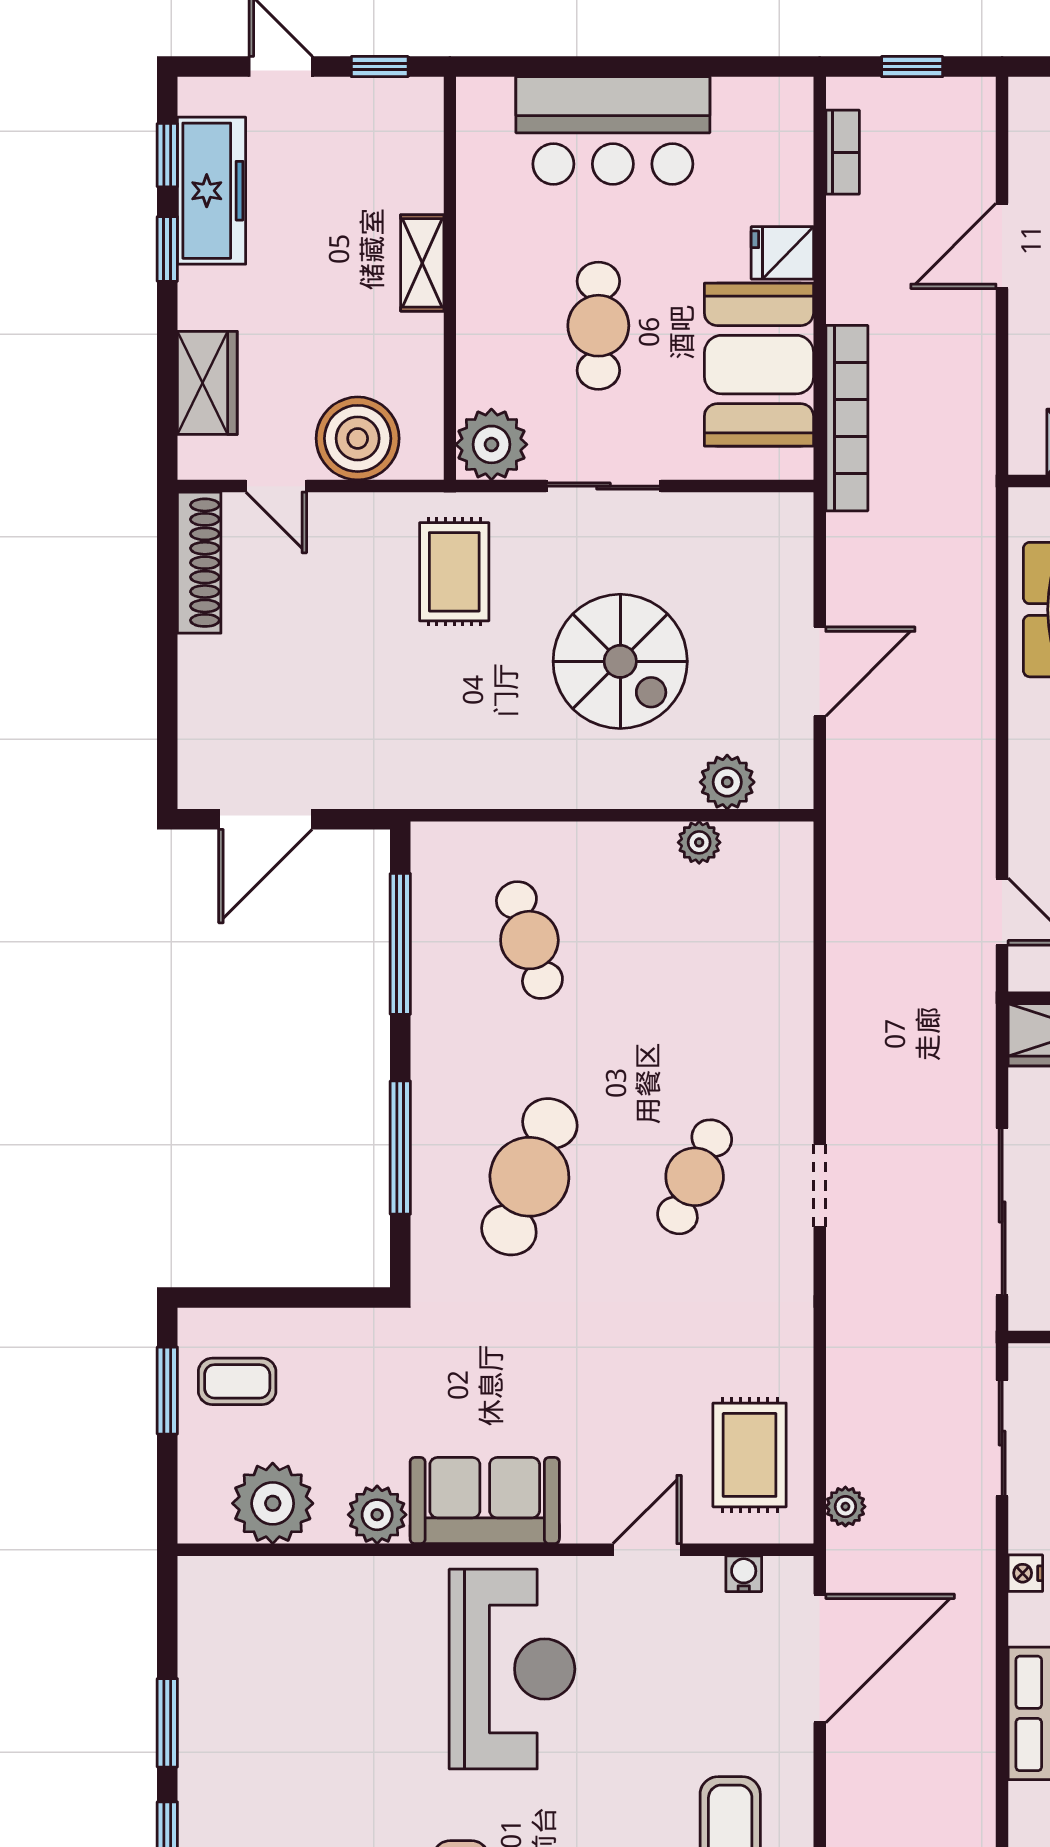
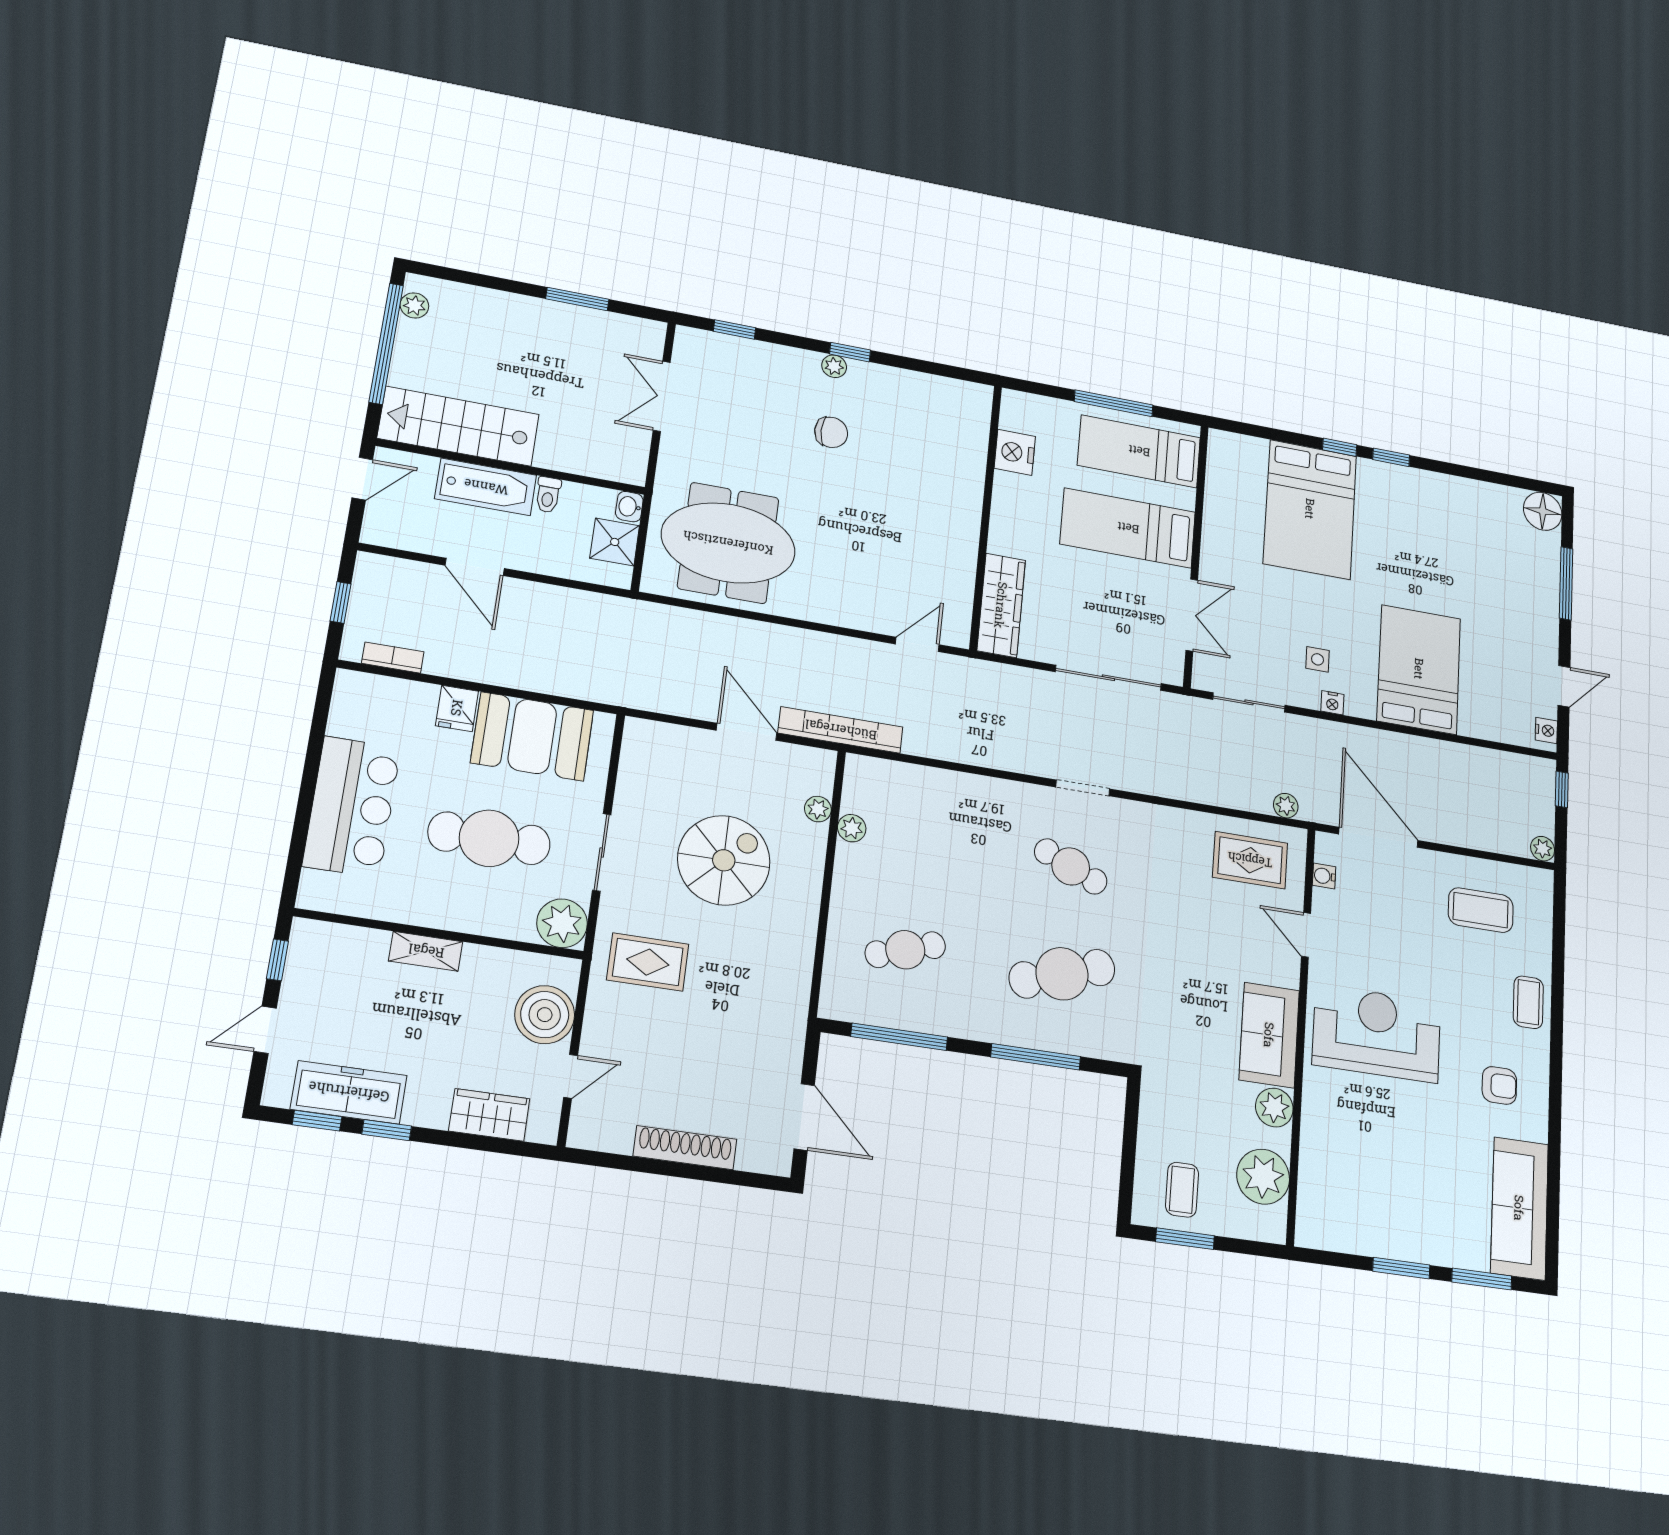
cafe table: (598, 326) -> (489, 838), width x1.37, depth x1.35
bookcase: (847, 418) -> (841, 730), moved
shoe rack: (199, 563) -> (685, 1148), moved
plant: (727, 782) -> (818, 809), width x0.73, depth x0.73
cafe table: (529, 1177) -> (1062, 974), turned -39

